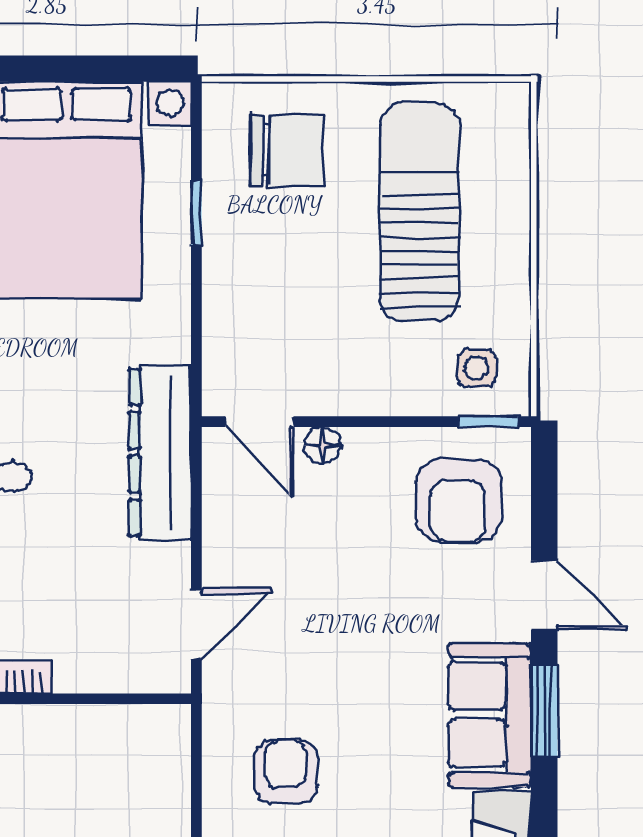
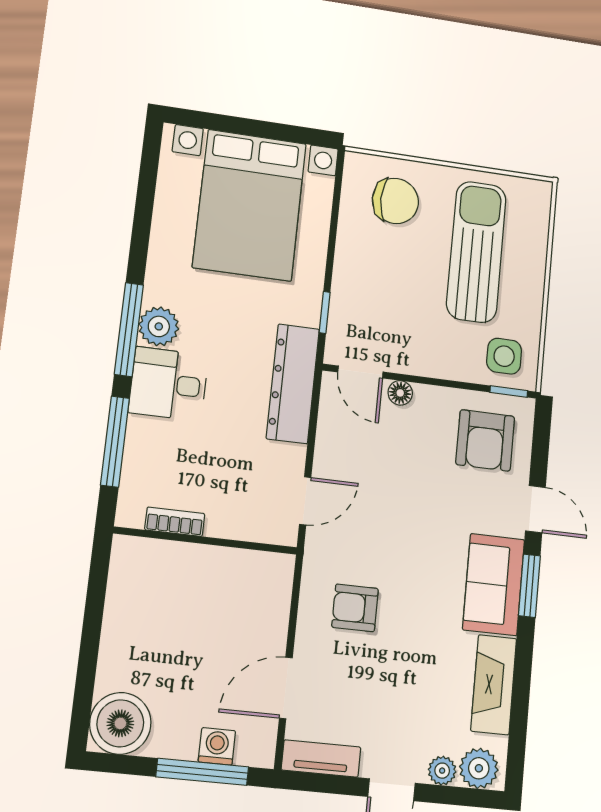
window: (196, 213) -> (325, 312), moved
side table: (476, 368) -> (504, 356), width x1.37, depth x1.37
armchair: (286, 772) -> (355, 608), turned -90

